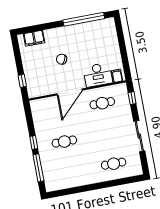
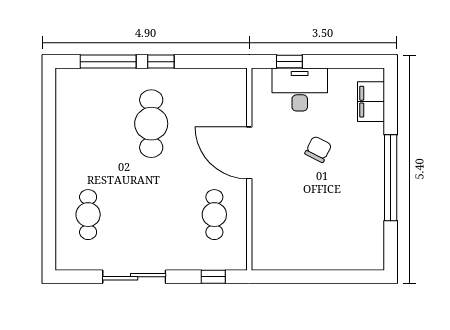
window: (84, 19) -> (391, 178), moved
desk: (98, 75) -> (300, 90), moved, turned 90
filing cabinet: (117, 76) -> (264, 255), removed
cafe table: (64, 142) -> (151, 124), width x1.37, depth x1.35

